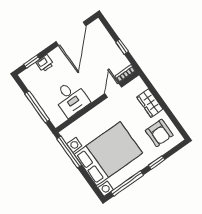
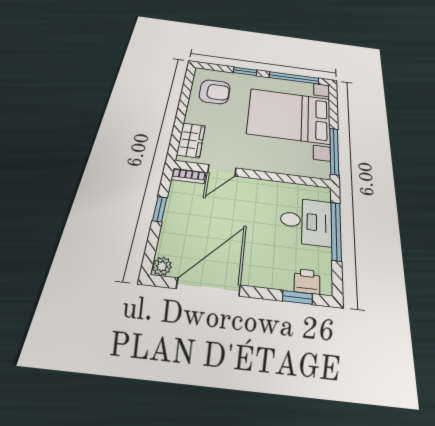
plant: (97, 25) -> (162, 266), added
printer: (45, 63) -> (307, 281), moved
desk: (71, 98) -> (306, 221), moved, turned 90
wardrobe: (150, 103) -> (191, 140), moved
armchair: (159, 133) -> (215, 92), turned 90

